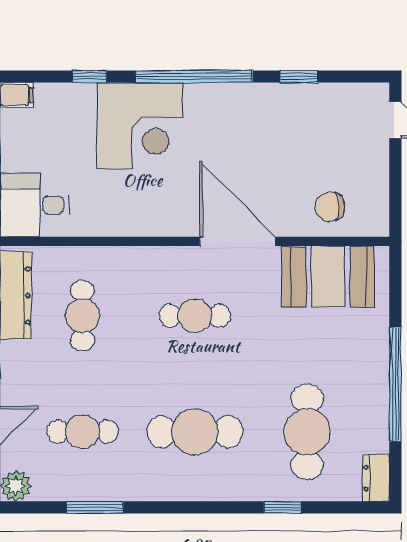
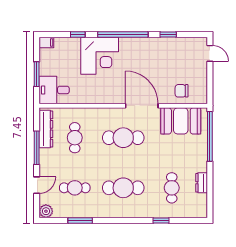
cafe table: (195, 316) -> (123, 138), width x1.37, depth x1.35
window: (395, 384) -> (210, 136), moved
cafe table: (307, 432) -> (172, 188), width x0.73, depth x0.74
dresser: (376, 478) -> (202, 183), moved

